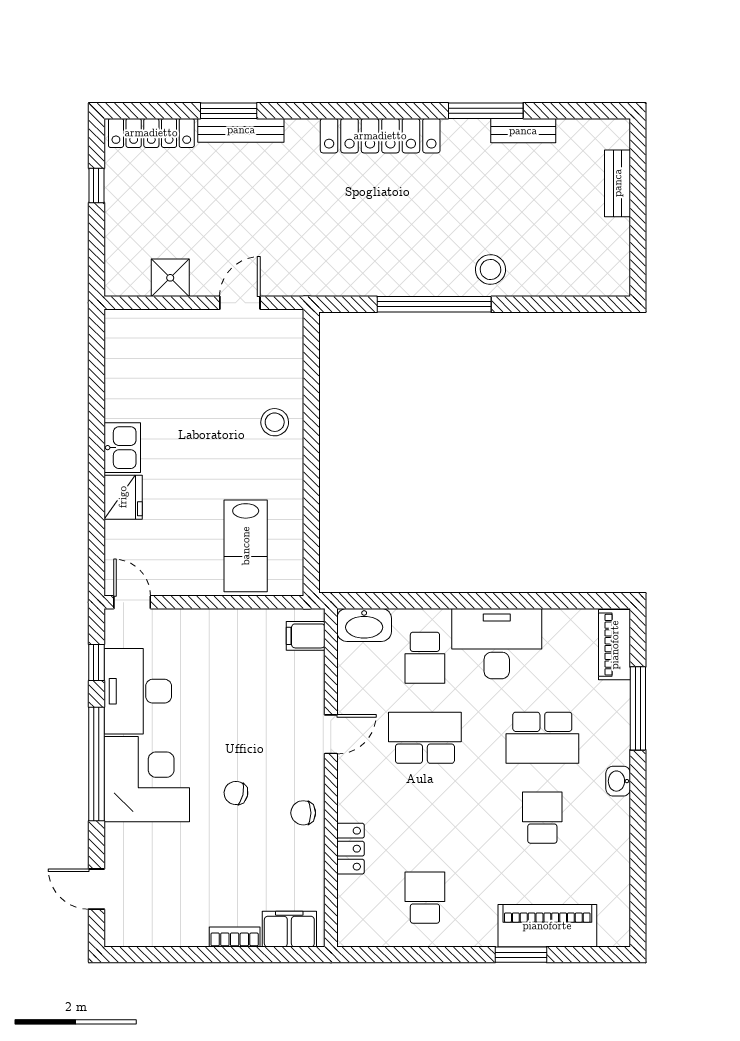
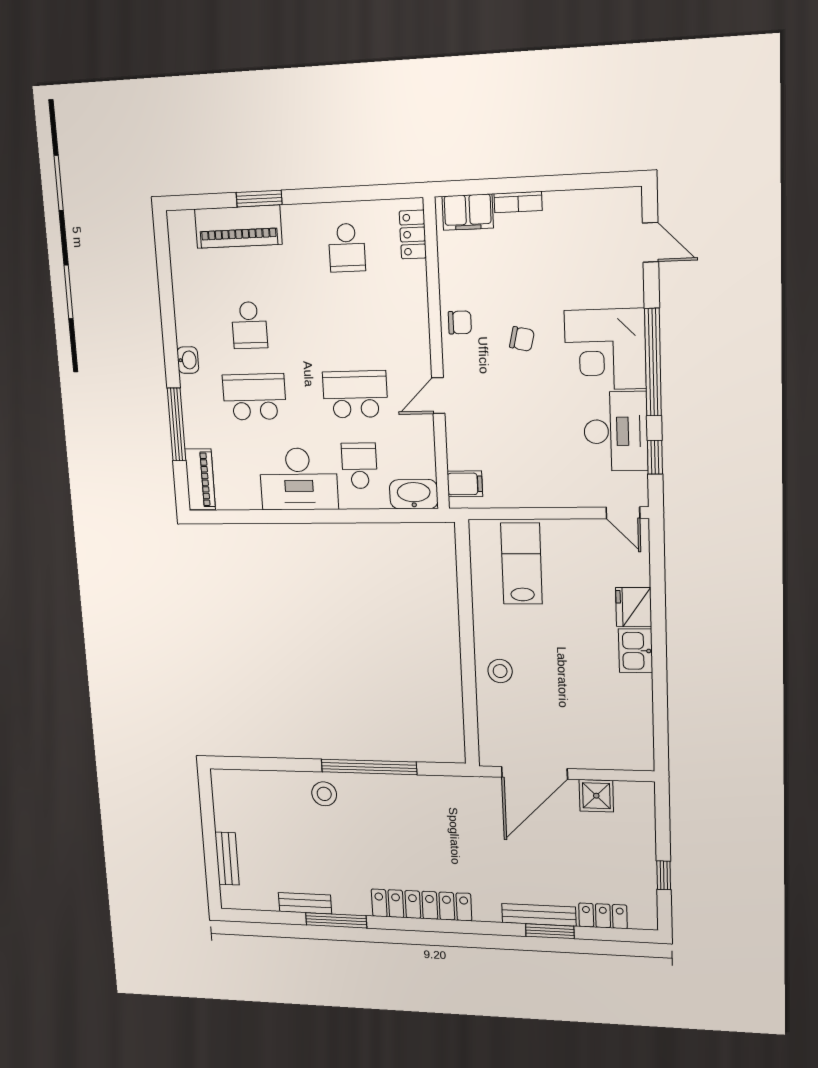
locker: (151, 133) -> (603, 916), width x0.66
door: (240, 303) -> (534, 773), width x1.87
school desk: (425, 738) -> (355, 394), turned 180
locker: (351, 849) -> (413, 234), moved

